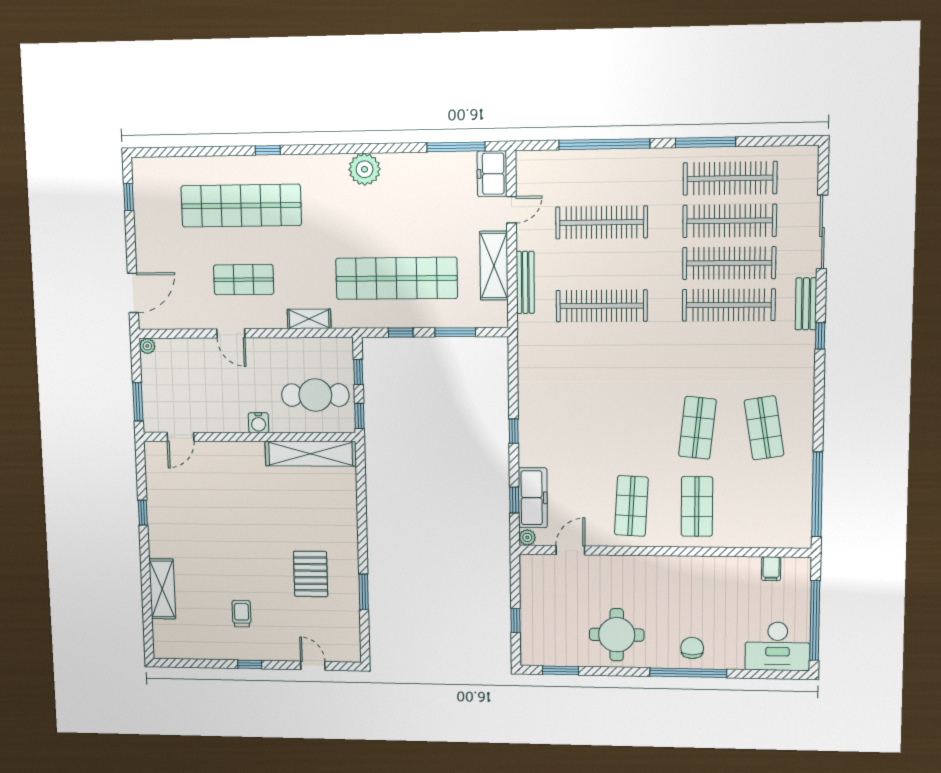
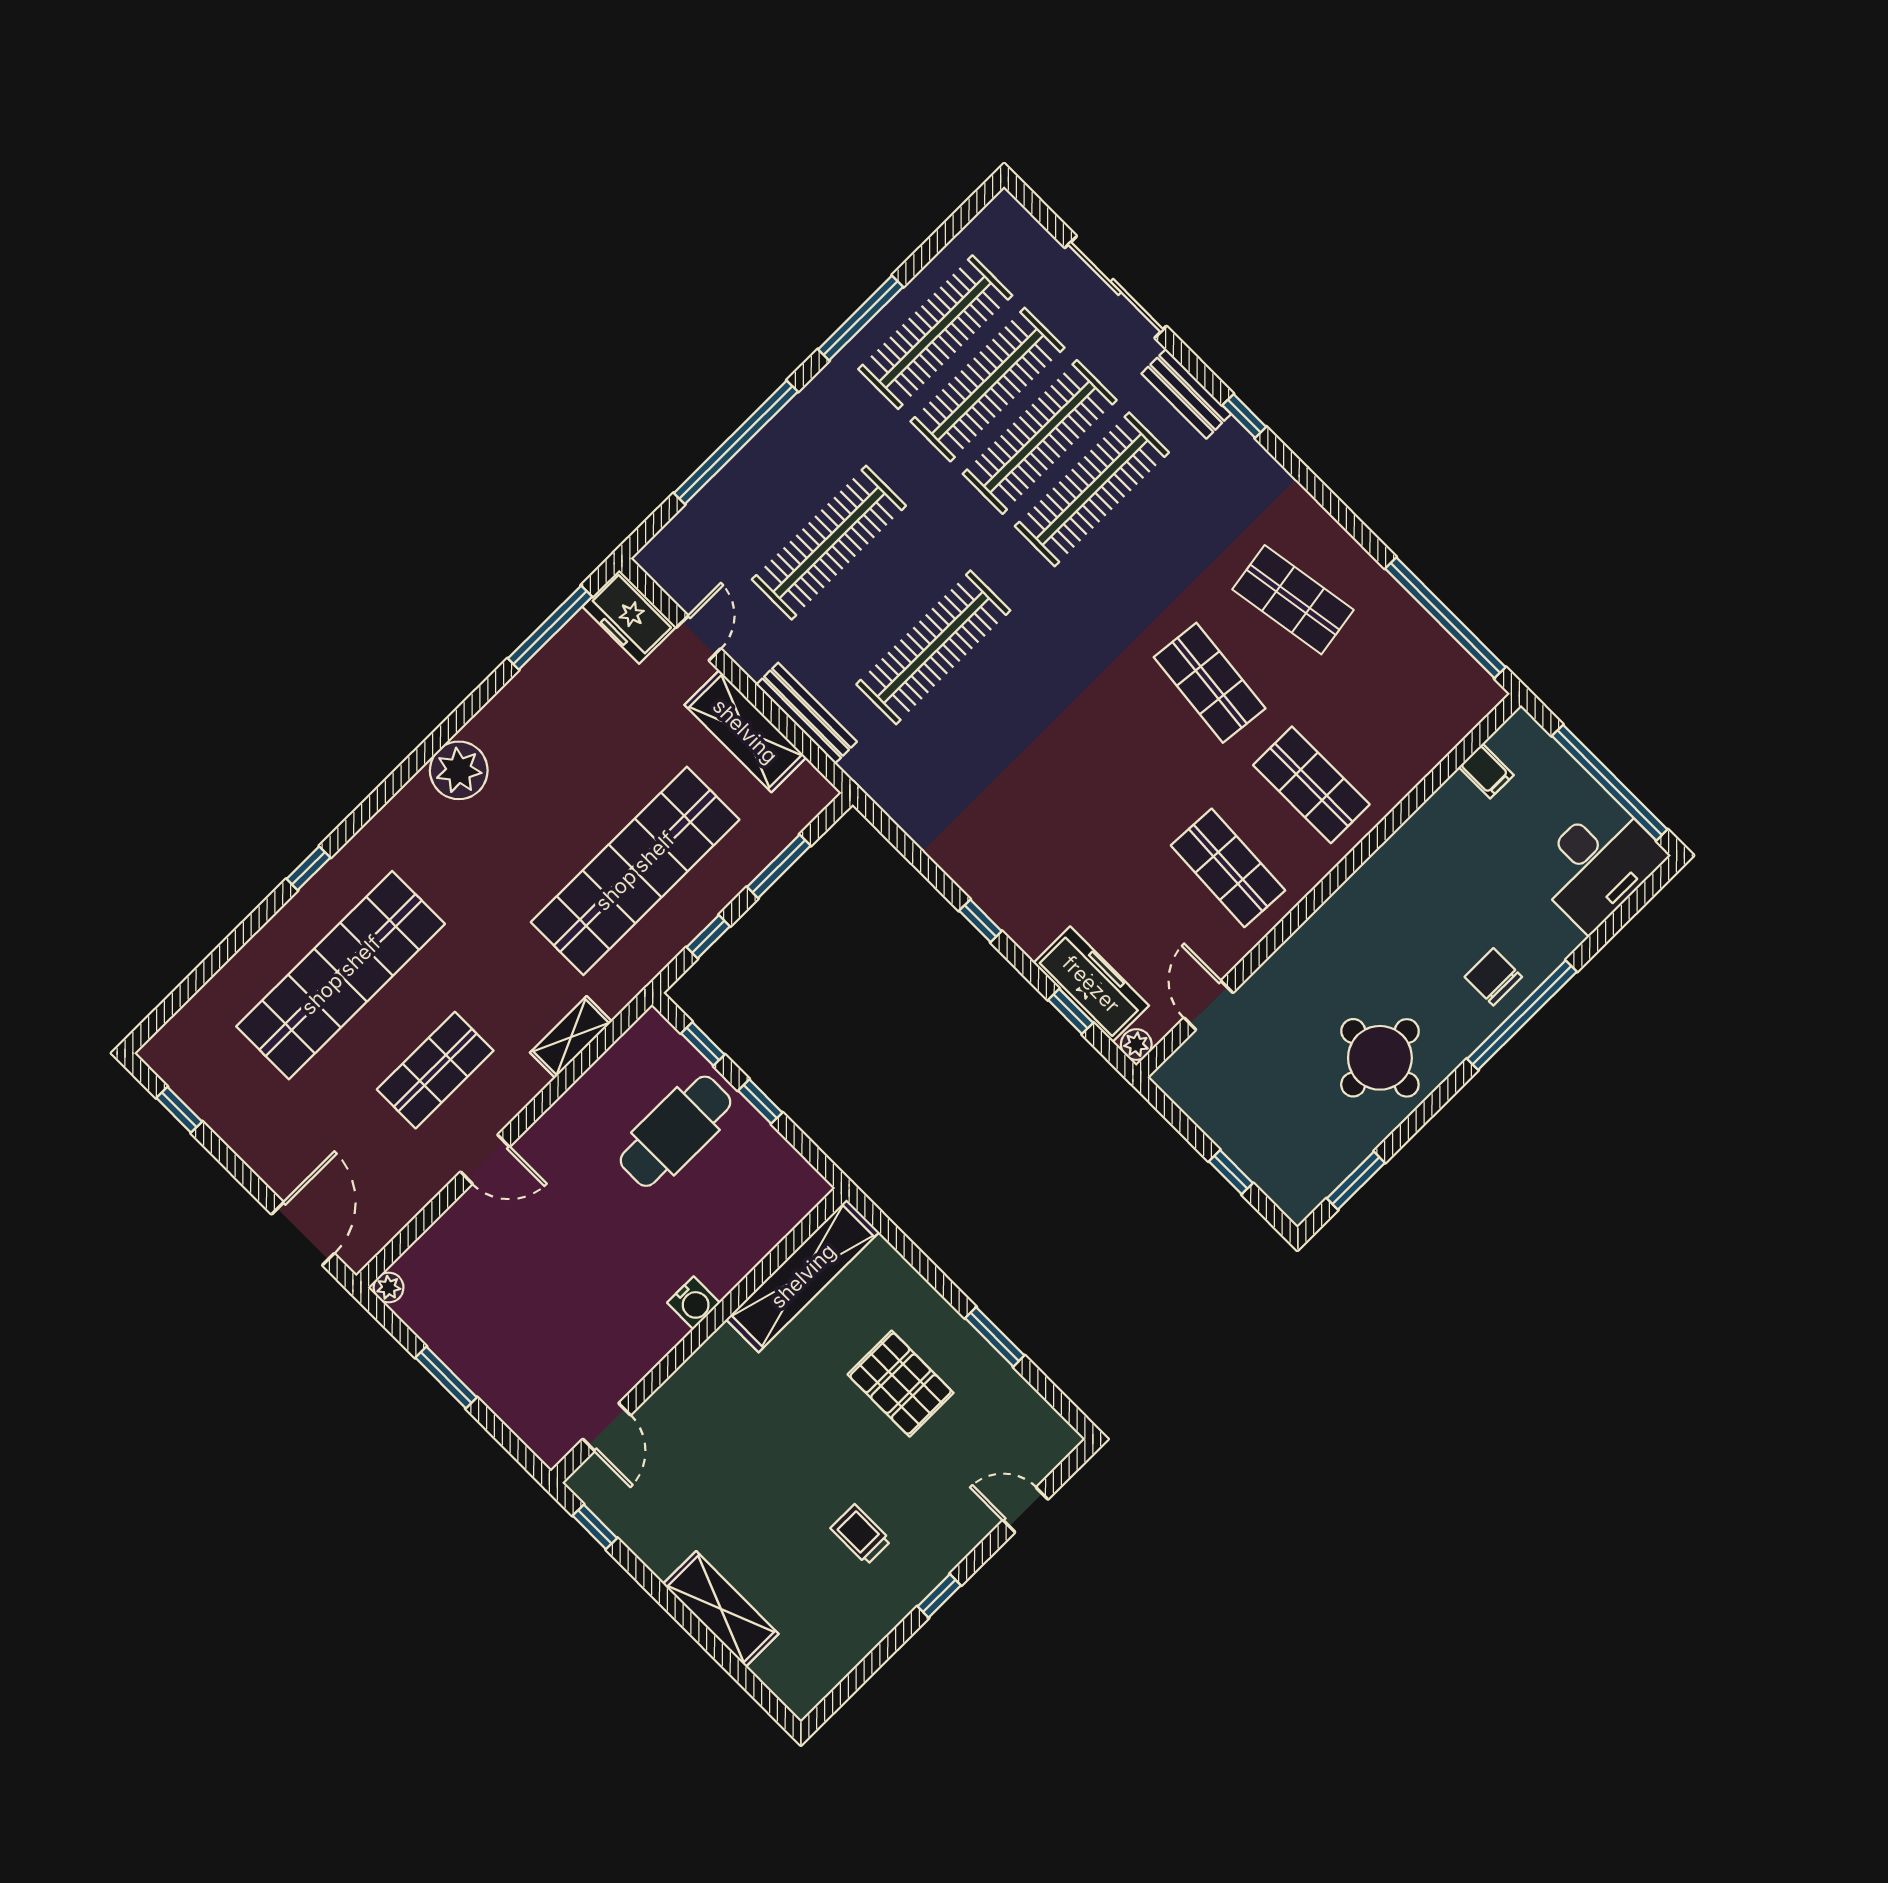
water cooler: (259, 423) -> (694, 1303), moved
door: (180, 437) -> (607, 1427), moved
wall: (249, 437) -> (699, 1335), moved
shelving: (311, 454) -> (803, 1276), moved

